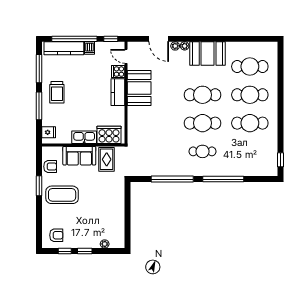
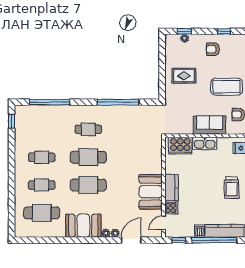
door: (159, 39) -> (131, 240), hinge flipped
door: (126, 56) -> (164, 223), swing flipped
trolley: (57, 92) -> (232, 188), turned 180
cafe table: (250, 95) -> (42, 185), width x0.73, depth x0.74
cafe table: (250, 123) -> (42, 157), width x0.73, depth x0.74
rug: (107, 159) -> (184, 76), moved, turned 90
window: (223, 179) -> (50, 102), moved
armchair: (56, 235) -> (213, 49), moved
window: (85, 251) -> (184, 31), moved

